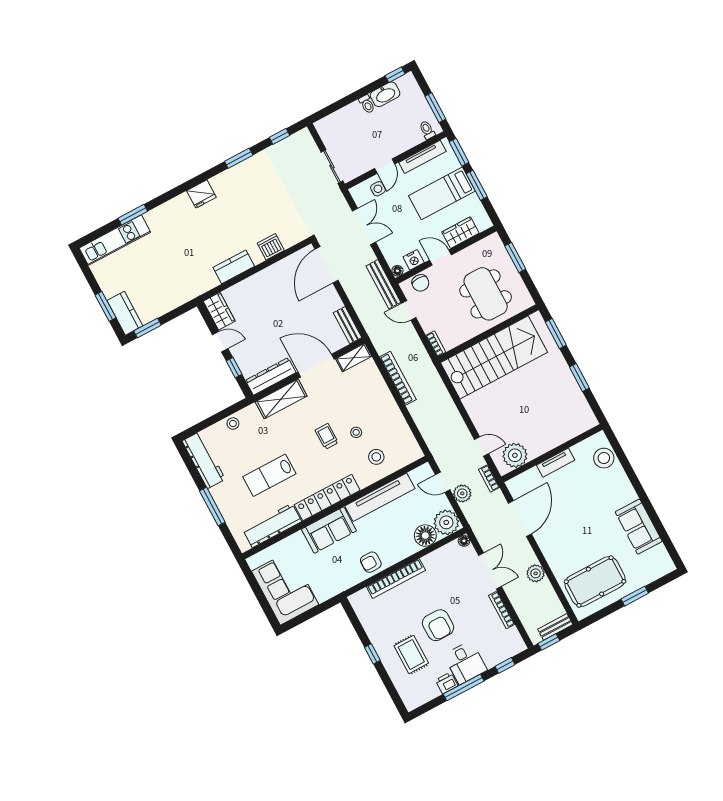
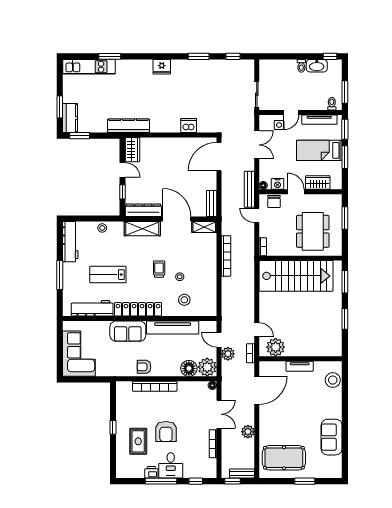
kitchen counter: (234, 267) -> (129, 126), moved, width x1.50

